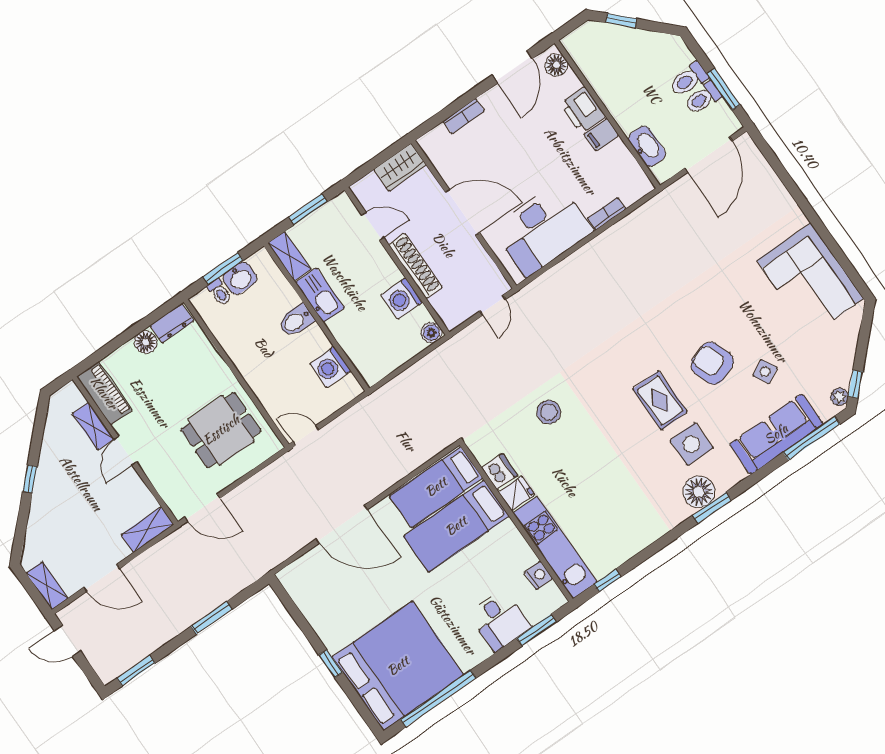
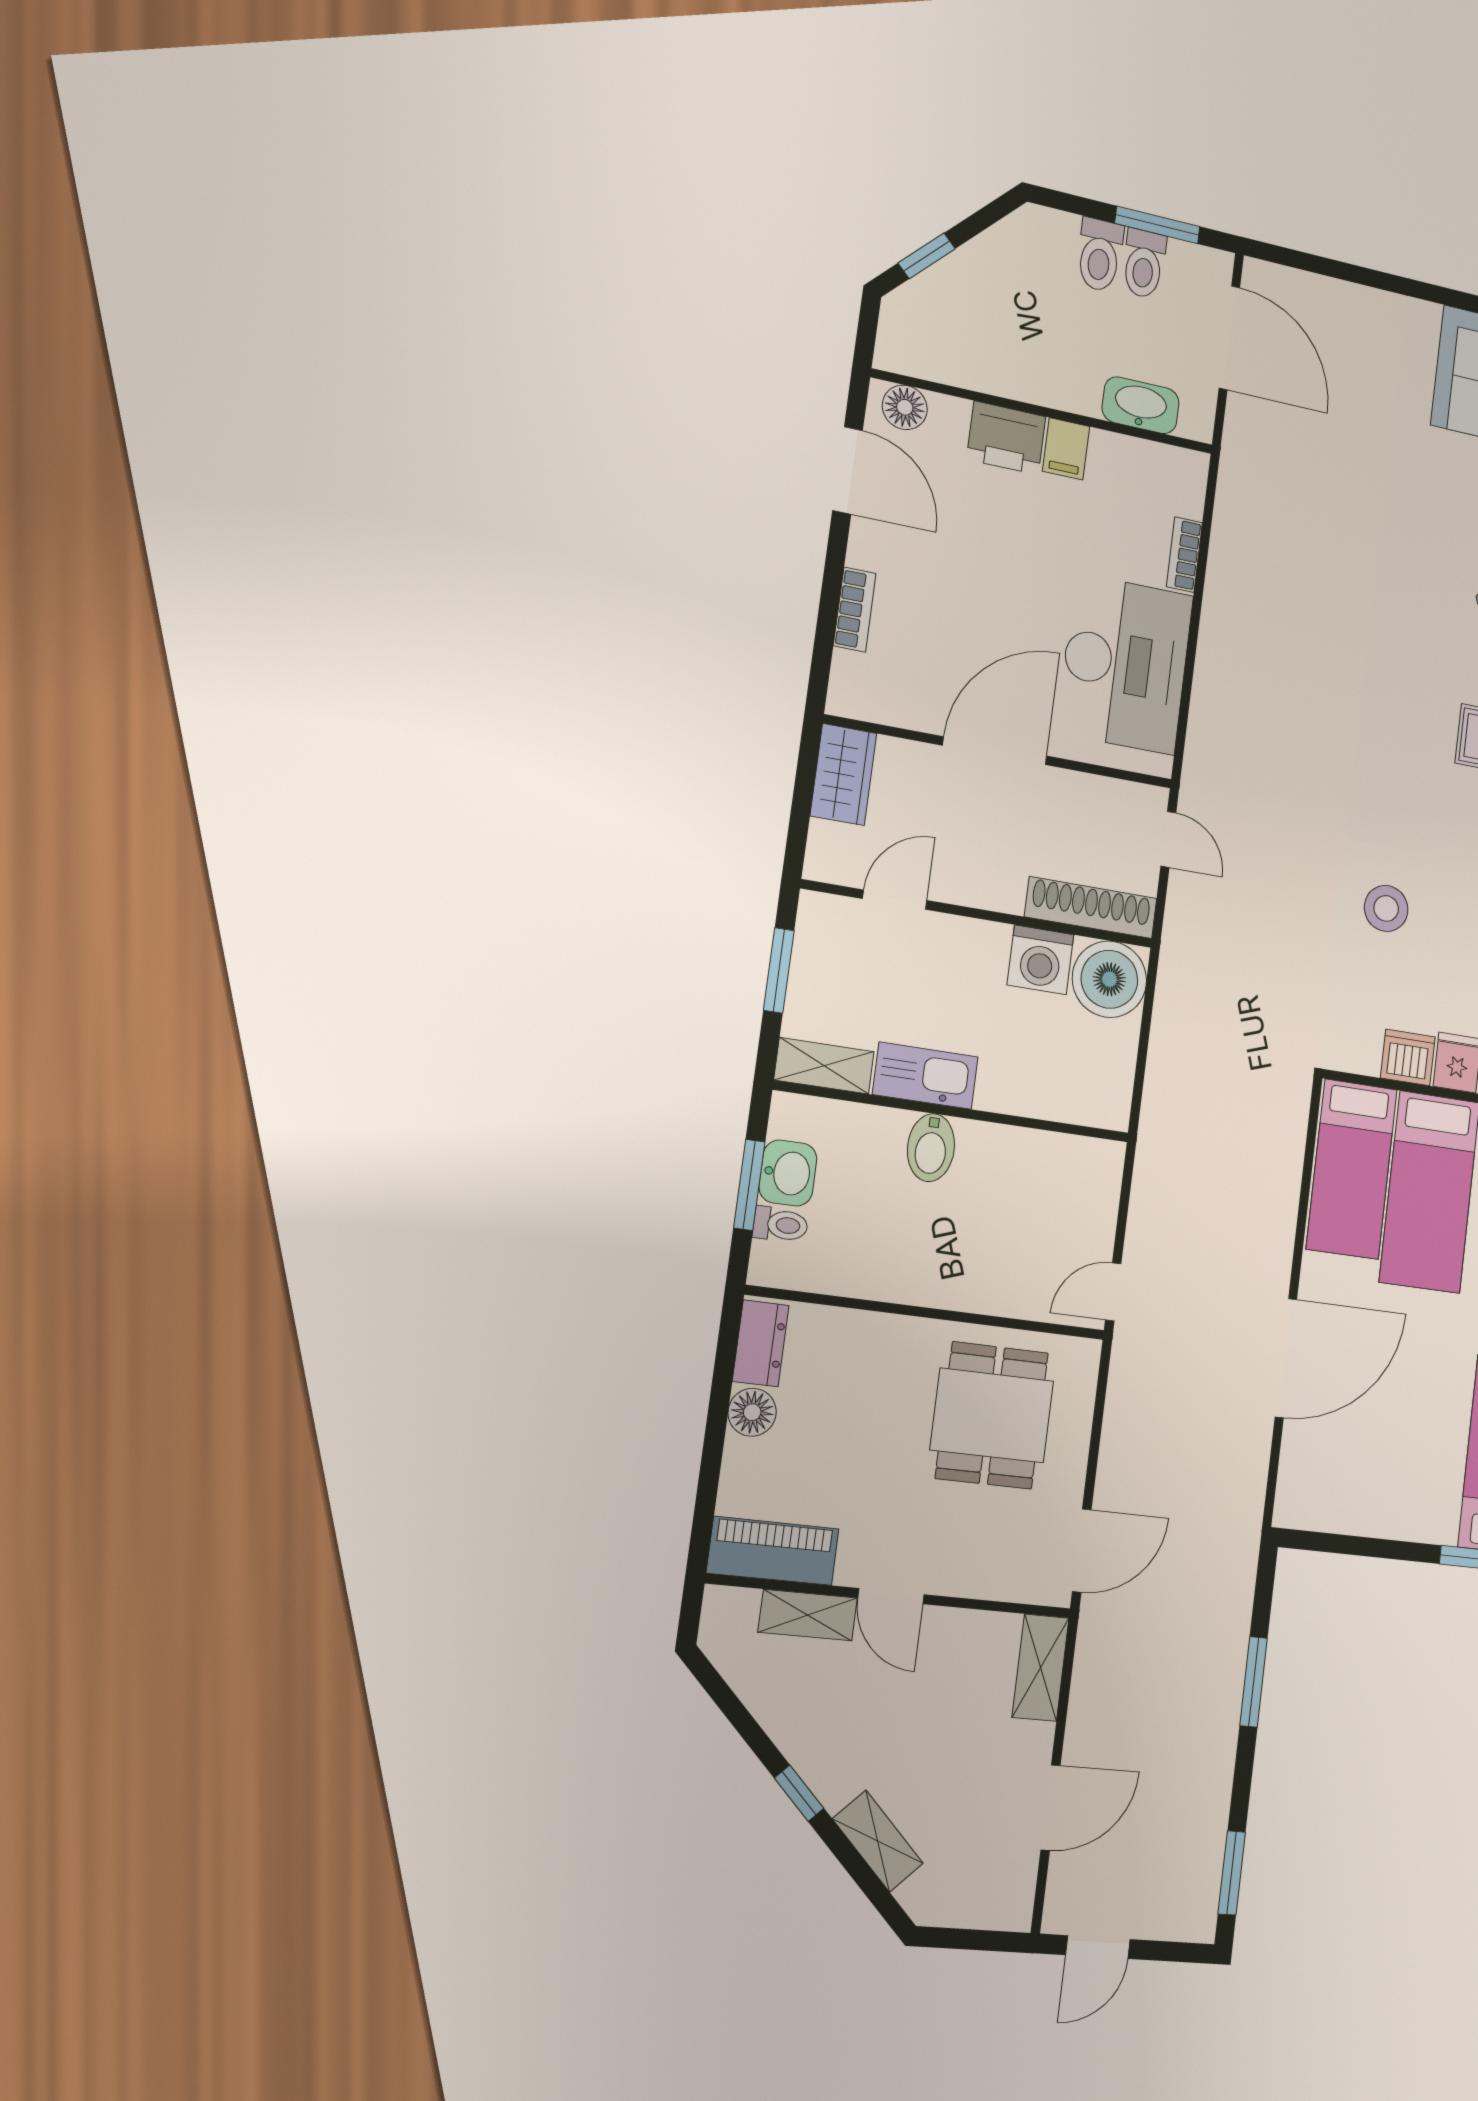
shoe rack: (415, 266) -> (1091, 908), moved
boiler: (431, 333) -> (1109, 979), width x1.86, depth x1.86
washing machine: (330, 367) -> (1046, 1161), removed
shelving: (47, 586) -> (878, 1841), moved, turned 45

